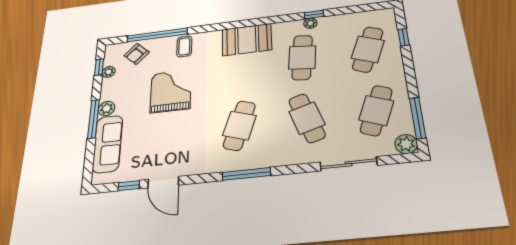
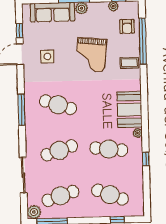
plant: (310, 23) -> (138, 133), moved
armchair: (137, 54) -> (127, 26), turned -134
grand piano: (171, 91) -> (91, 55), turned 96
cafe table: (376, 110) -> (60, 196), turned -39
side table: (169, 145) -> (47, 56), added

